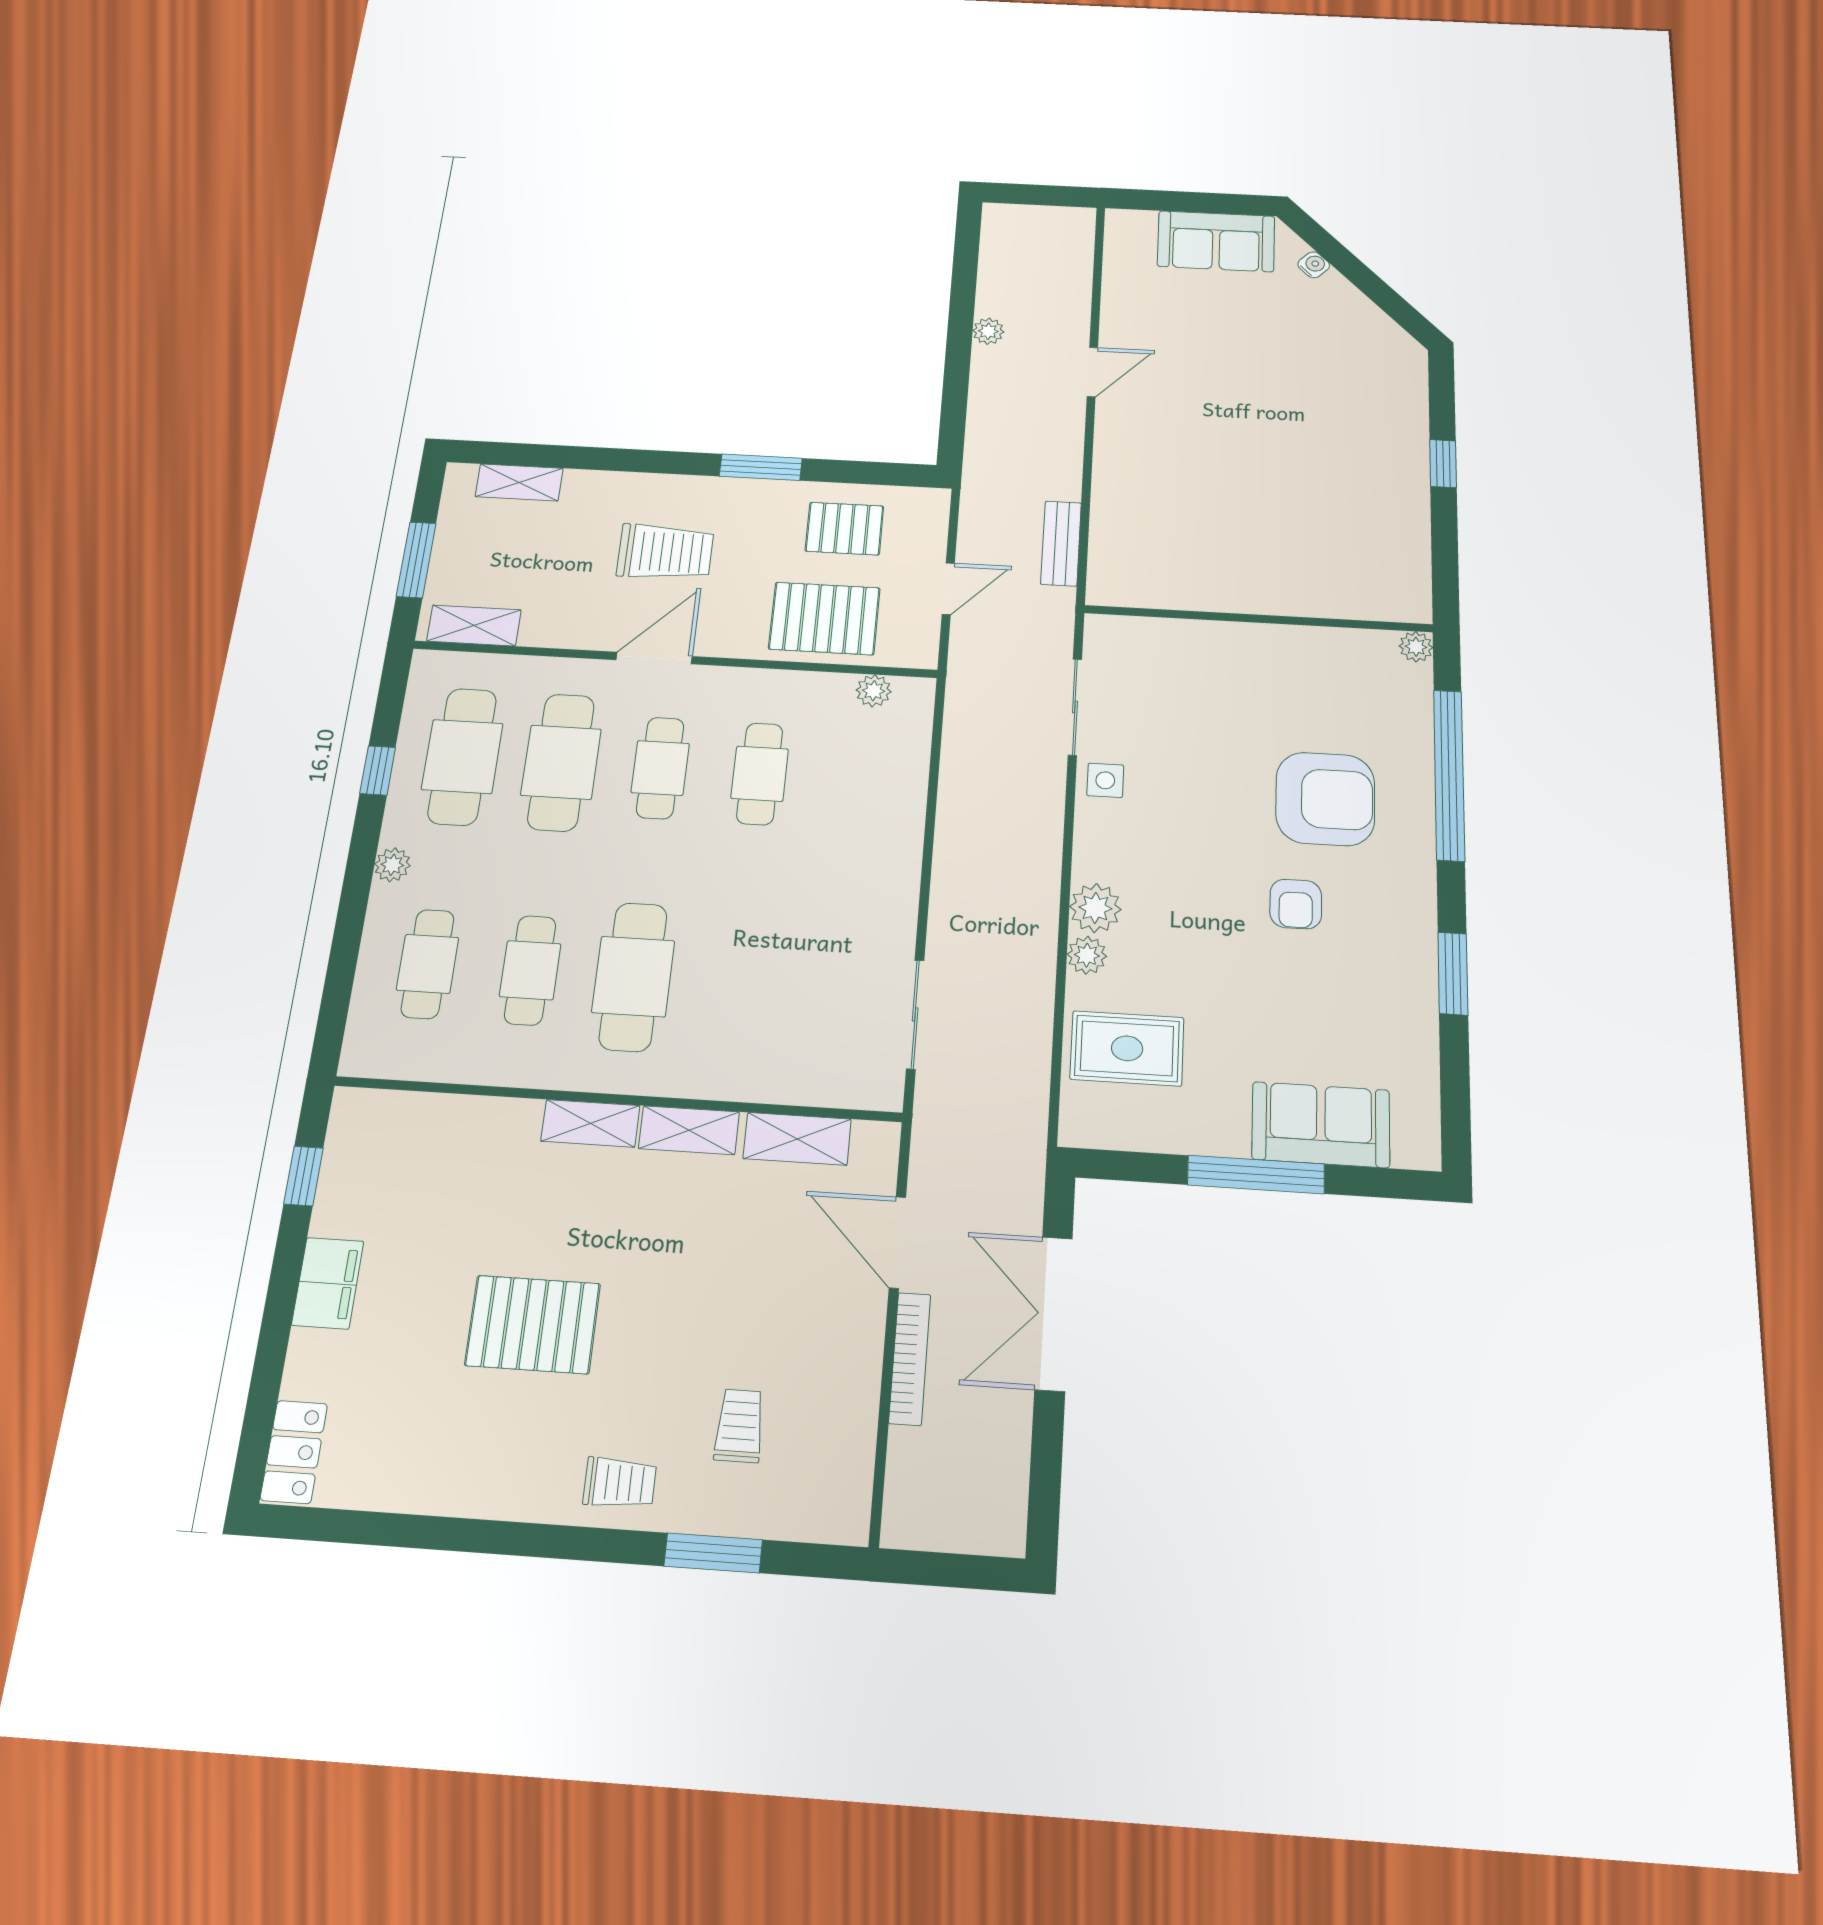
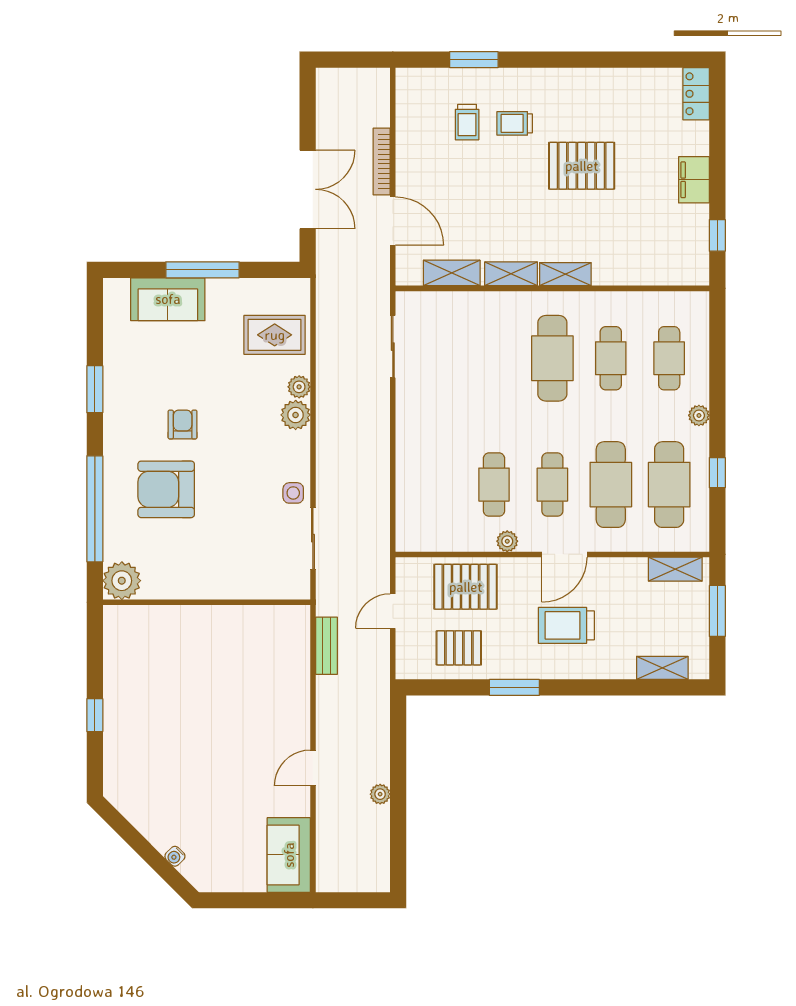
sofa: (1216, 241) -> (289, 855), moved, turned -90
plant: (1416, 647) -> (122, 581), width x1.88, depth x1.88
plant: (874, 691) -> (507, 541), moved
trolley: (620, 1483) -> (515, 123), moved

